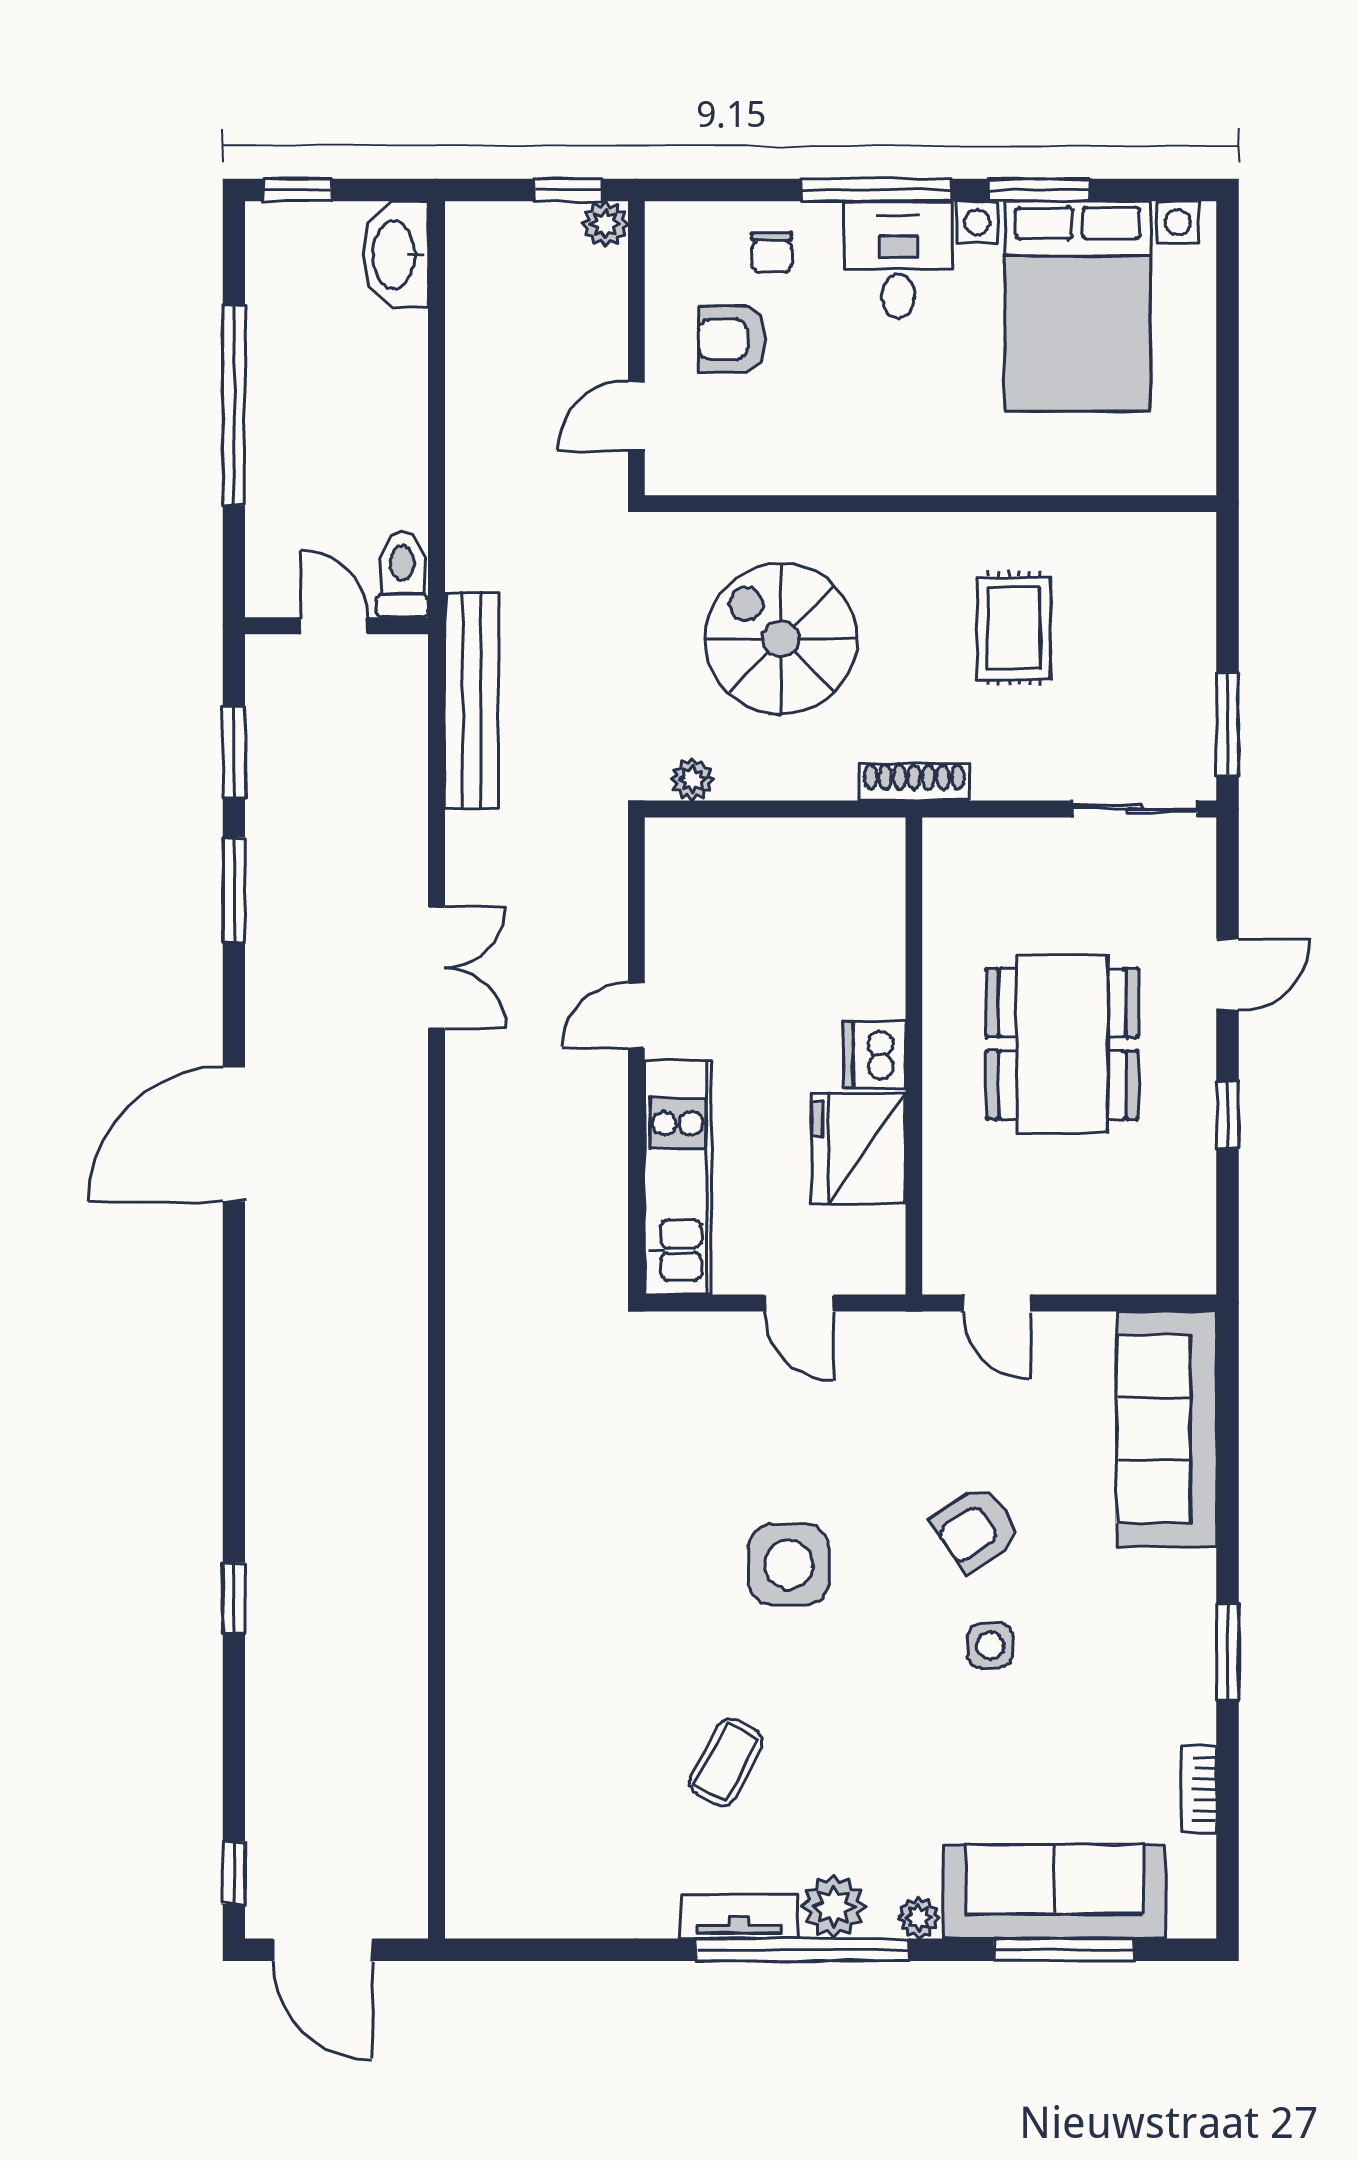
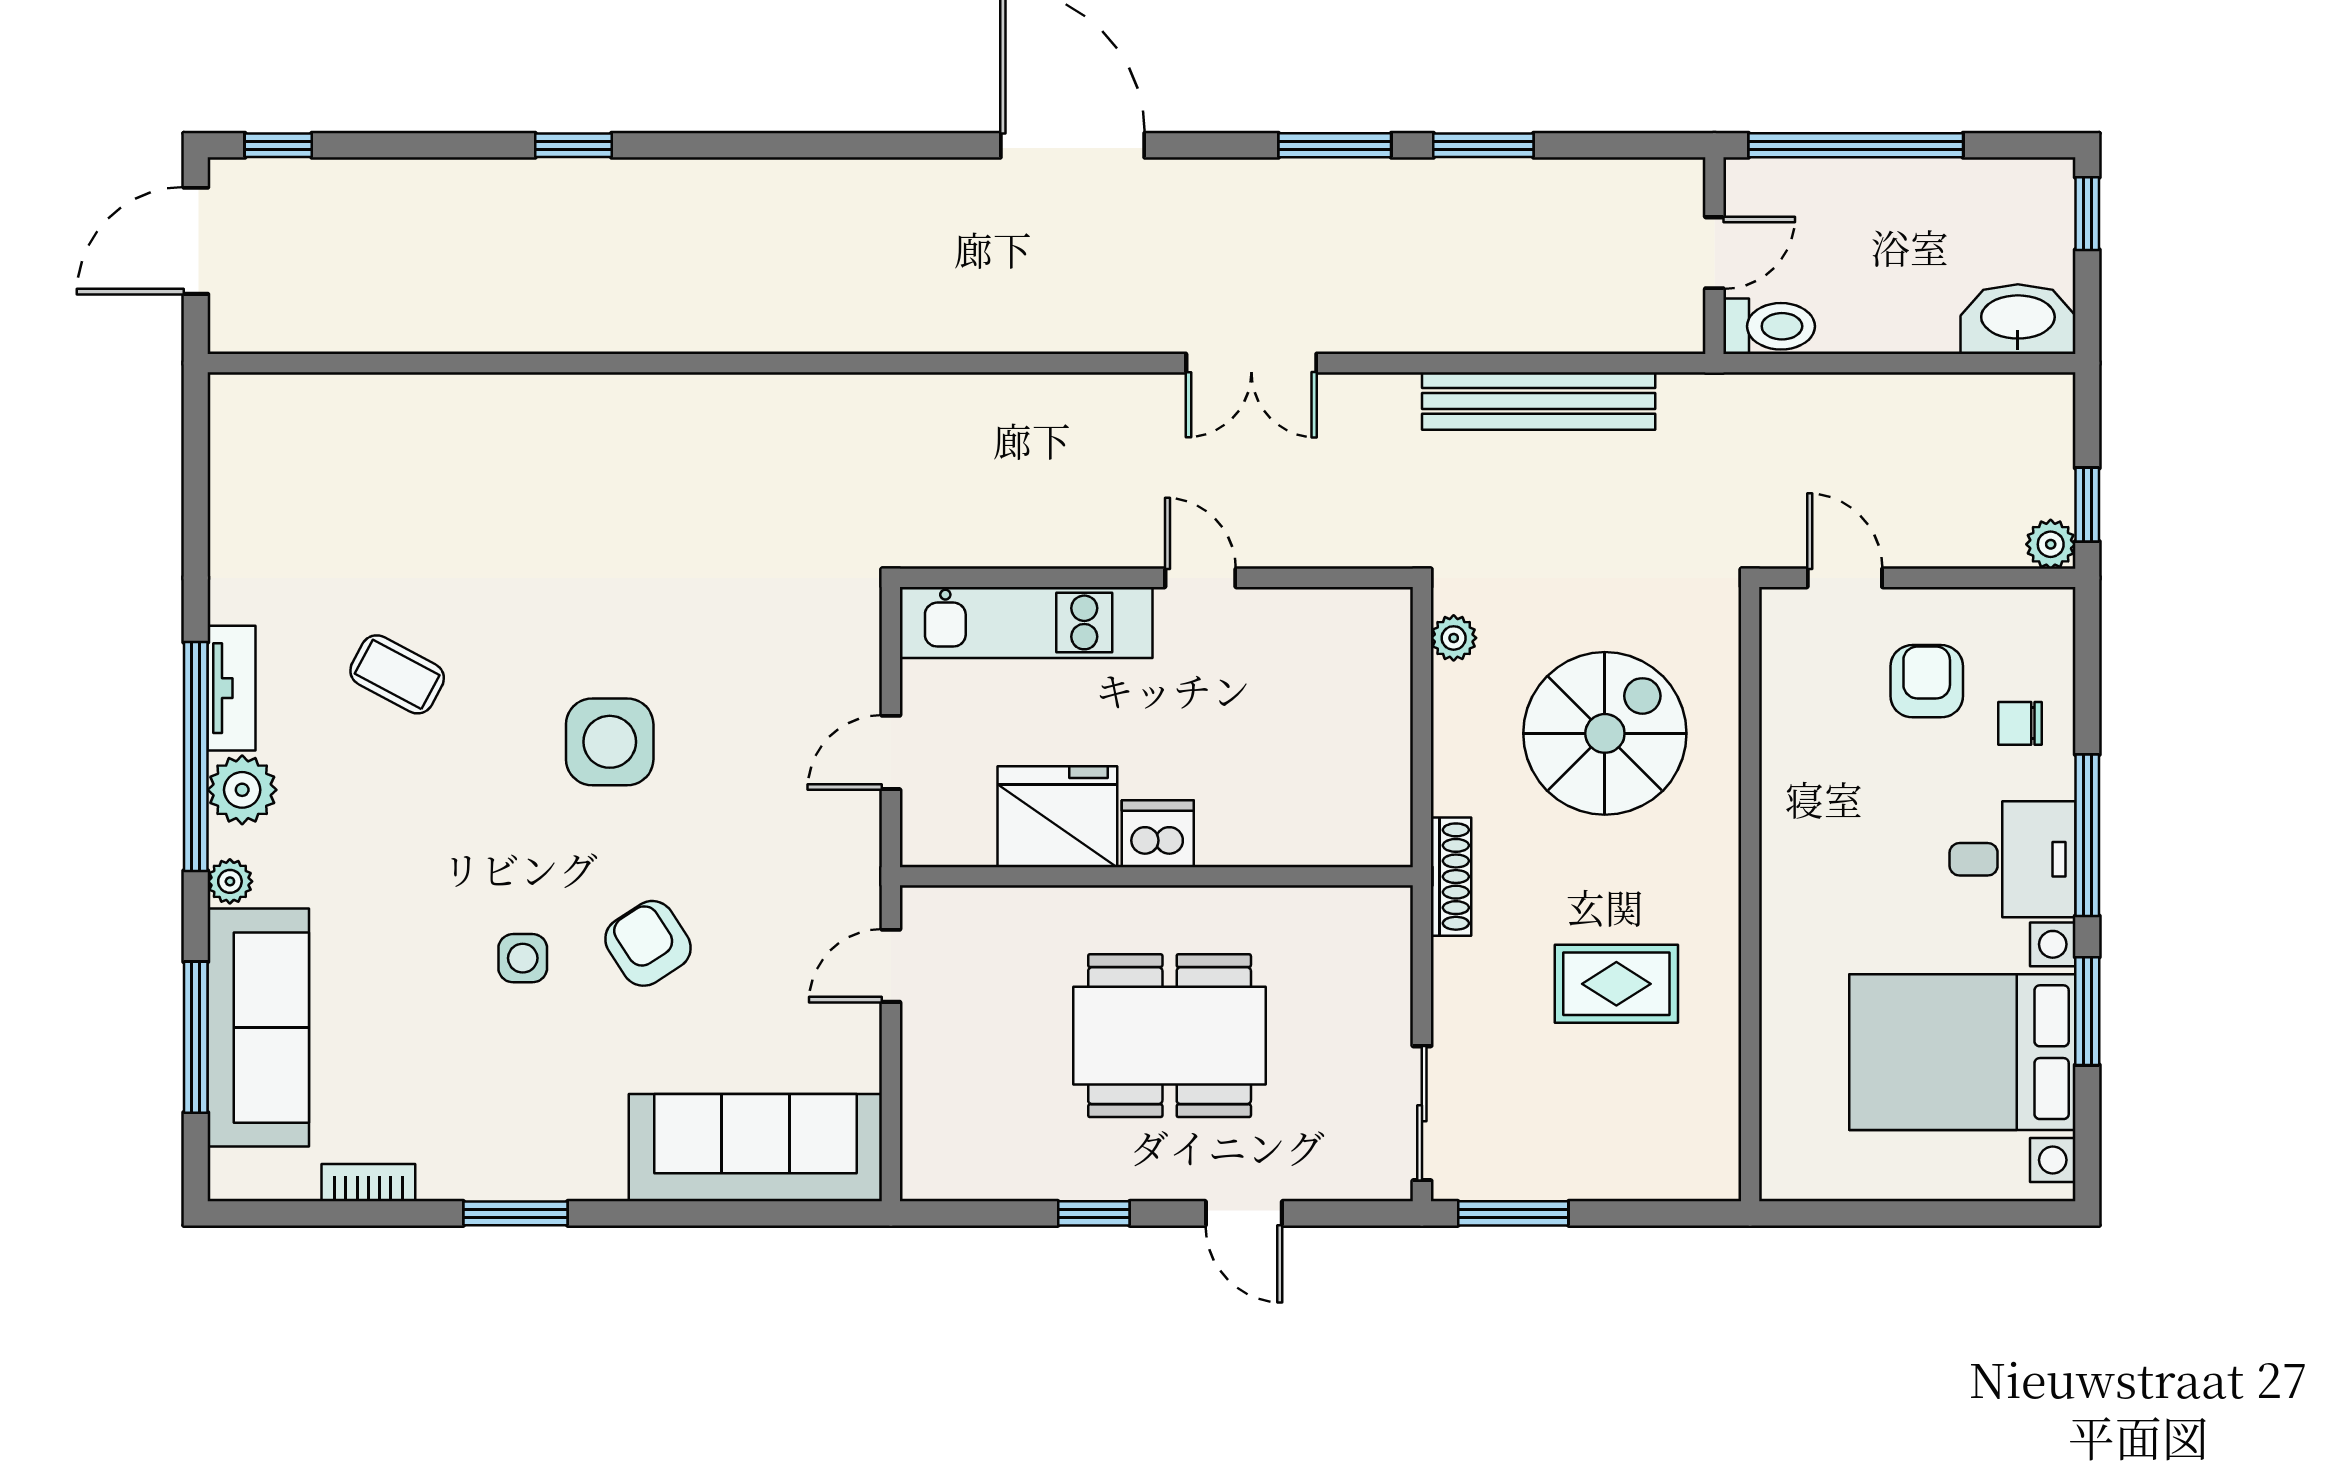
toilet: (402, 575) -> (1769, 326), moved
door: (334, 626) -> (1714, 253), moved
wall: (337, 626) -> (1714, 256), moved

